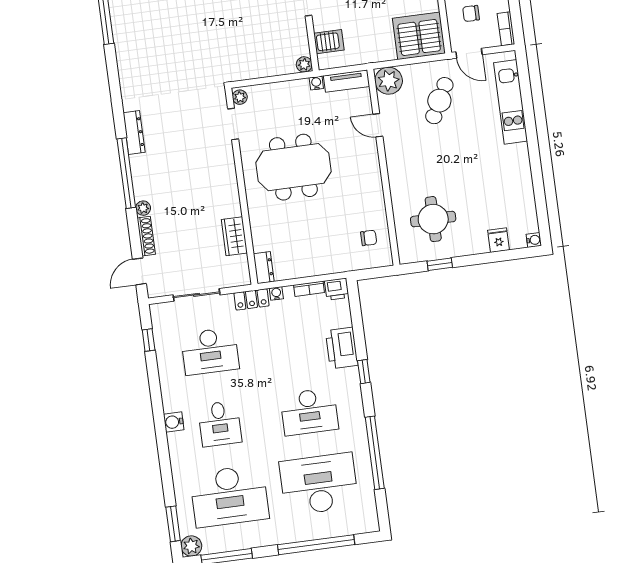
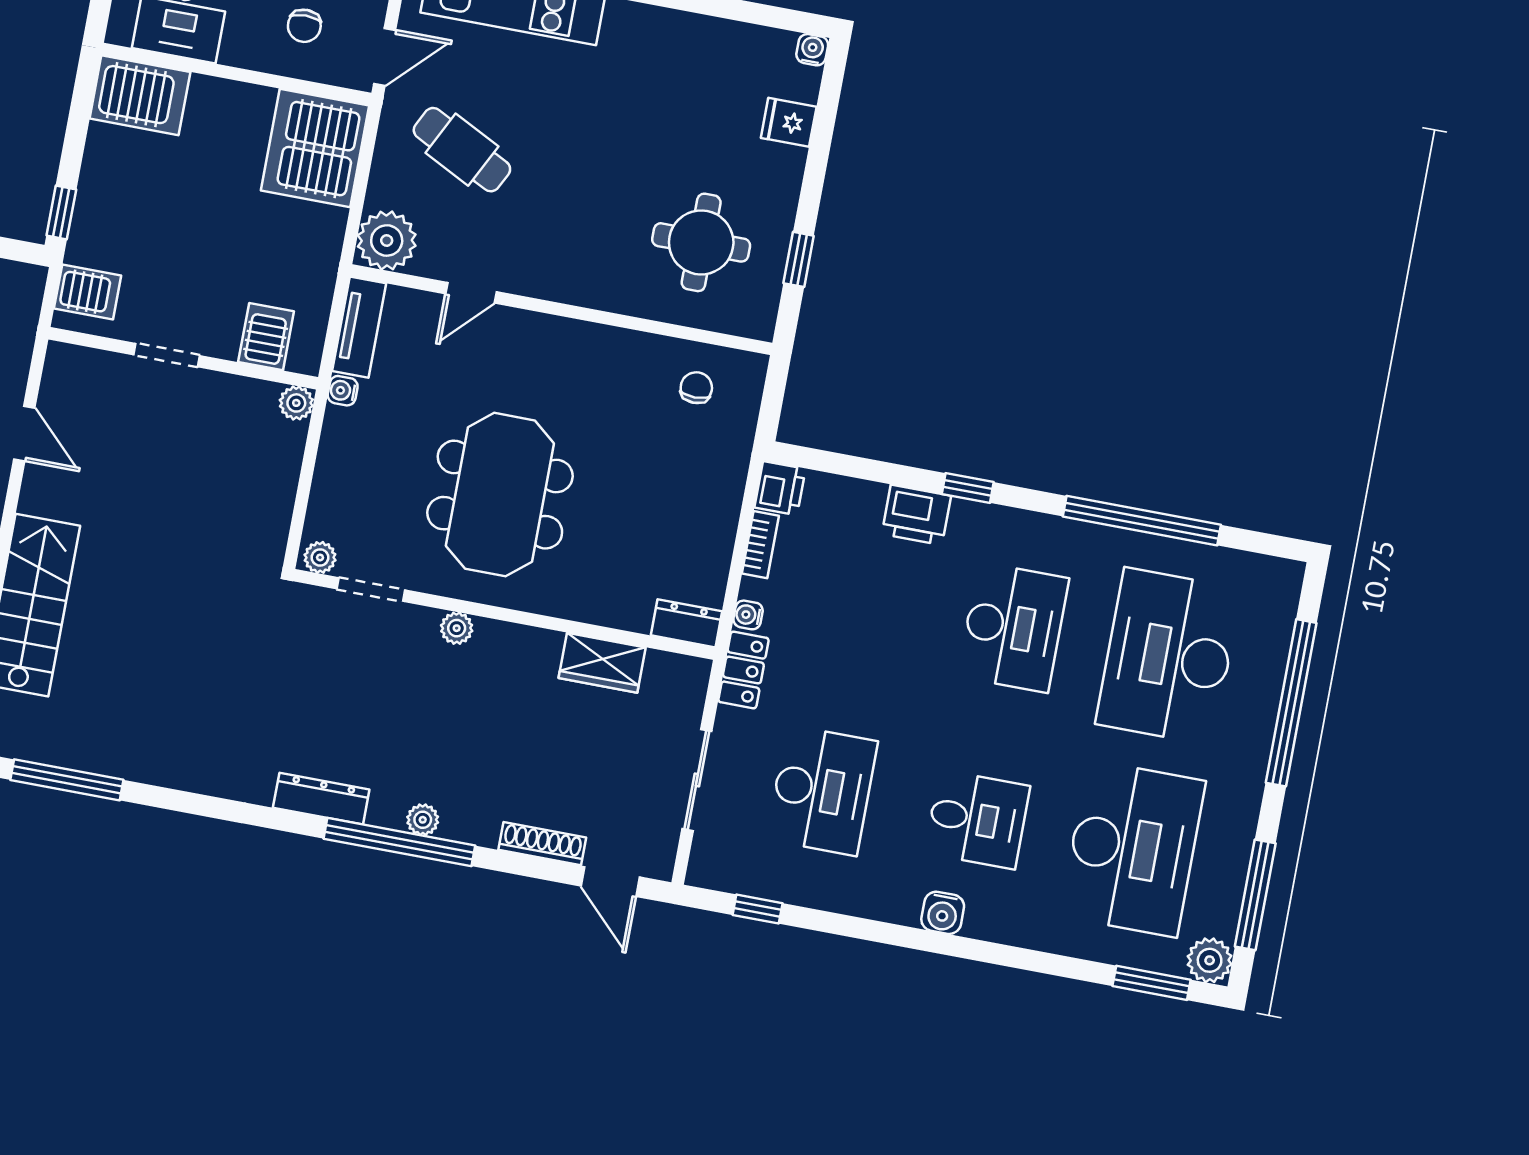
plant: (228, 167) -> (457, 628), added
plant: (143, 208) -> (423, 820), moved
printer: (342, 348) -> (916, 515), width x0.73, depth x0.84

